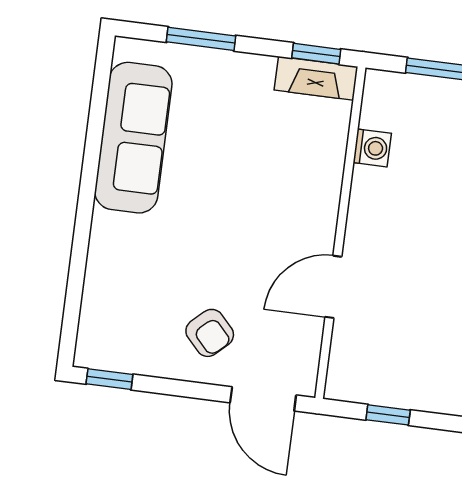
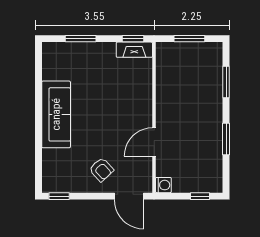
sofa: (133, 138) -> (56, 114), moved
washing machine: (372, 148) -> (163, 185), moved
window: (388, 415) -> (200, 196), moved

